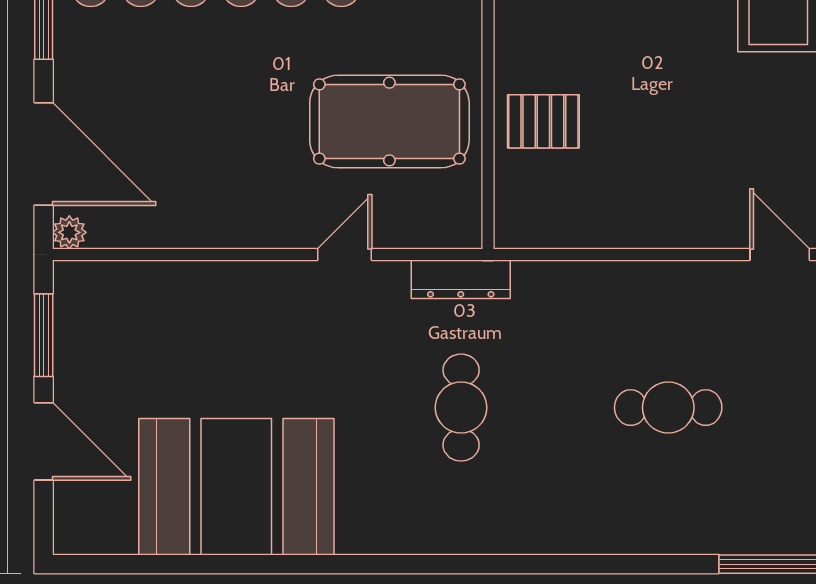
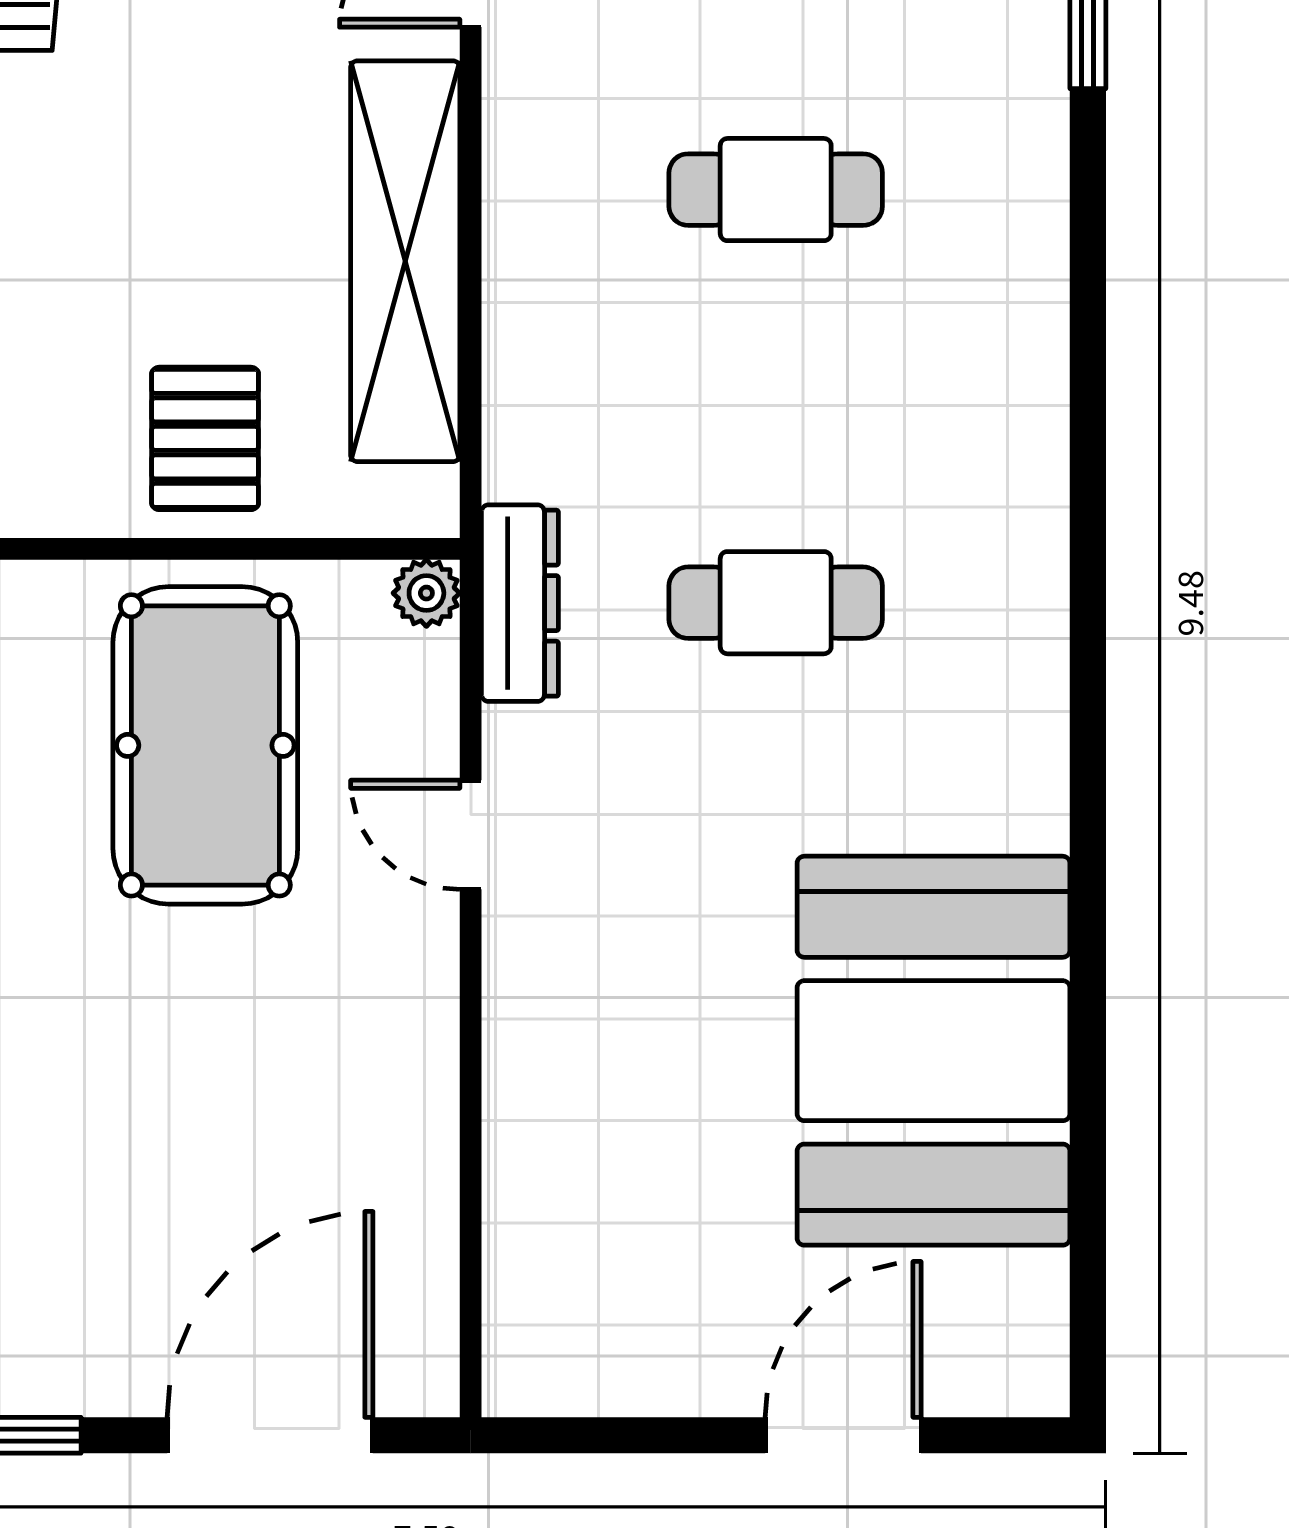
shelving: (632, 222) -> (405, 261), added
plant: (69, 232) -> (426, 593), moved
window: (44, 335) -> (631, 1435), removed
cafe table: (668, 408) -> (776, 190), turned 90

